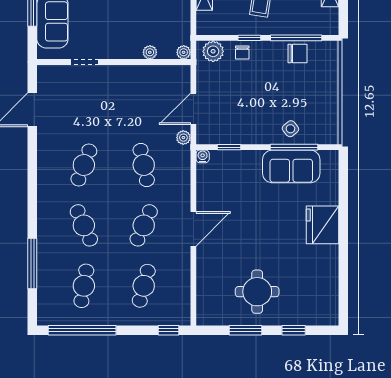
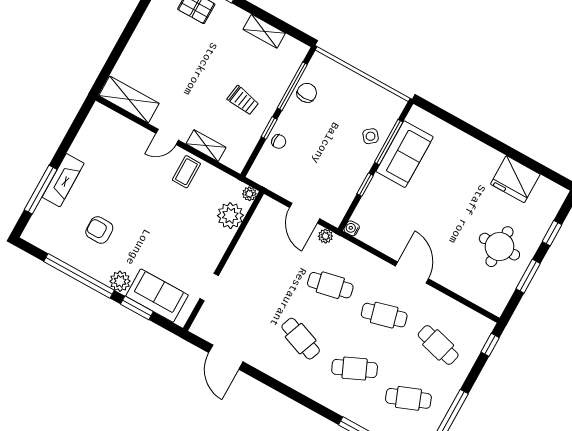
plant: (213, 51) -> (263, 167), removed
plant: (150, 52) -> (230, 216), width x1.87, depth x1.87
window: (229, 147) -> (365, 185), moved
cafe table: (144, 225) -> (384, 315), turned -39
fridge: (322, 225) -> (515, 179), moved
cafe table: (84, 286) -> (408, 398), turned -30

